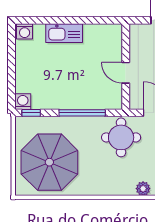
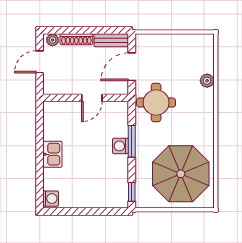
kitchen sink: (64, 33) -> (52, 154), width x0.73
washing machine: (23, 102) -> (121, 146), moved
window: (82, 113) -> (132, 141), width x0.69

